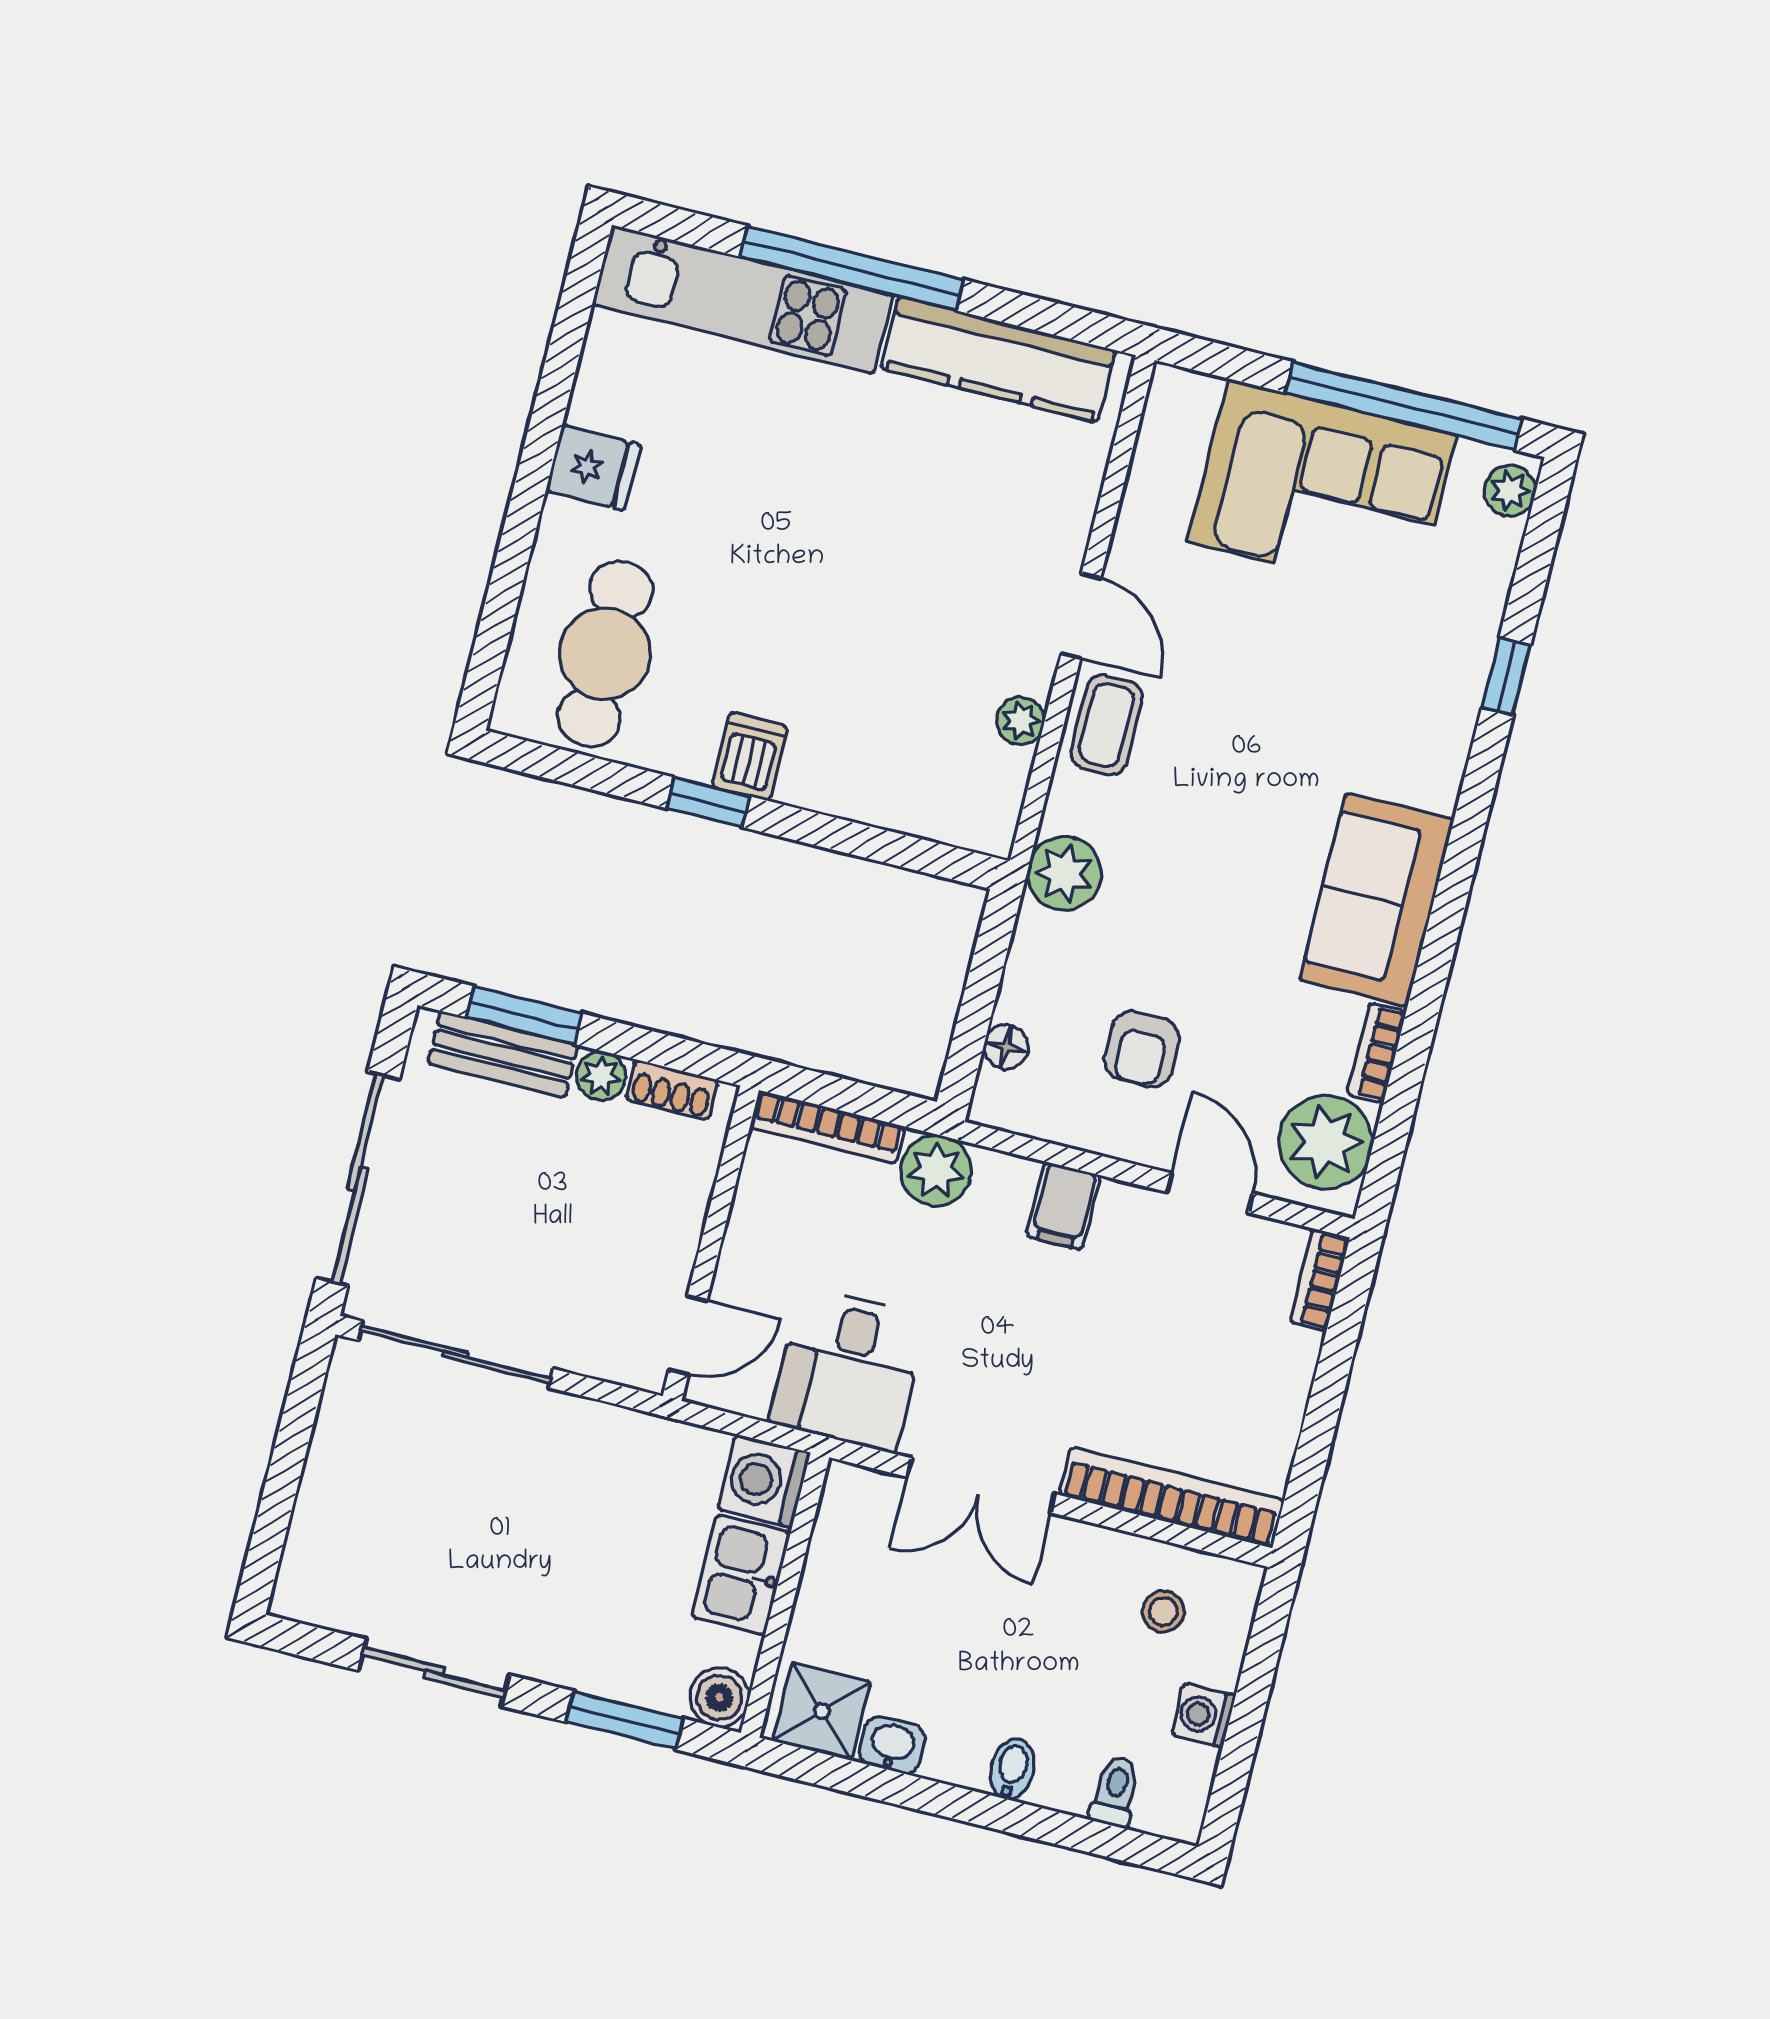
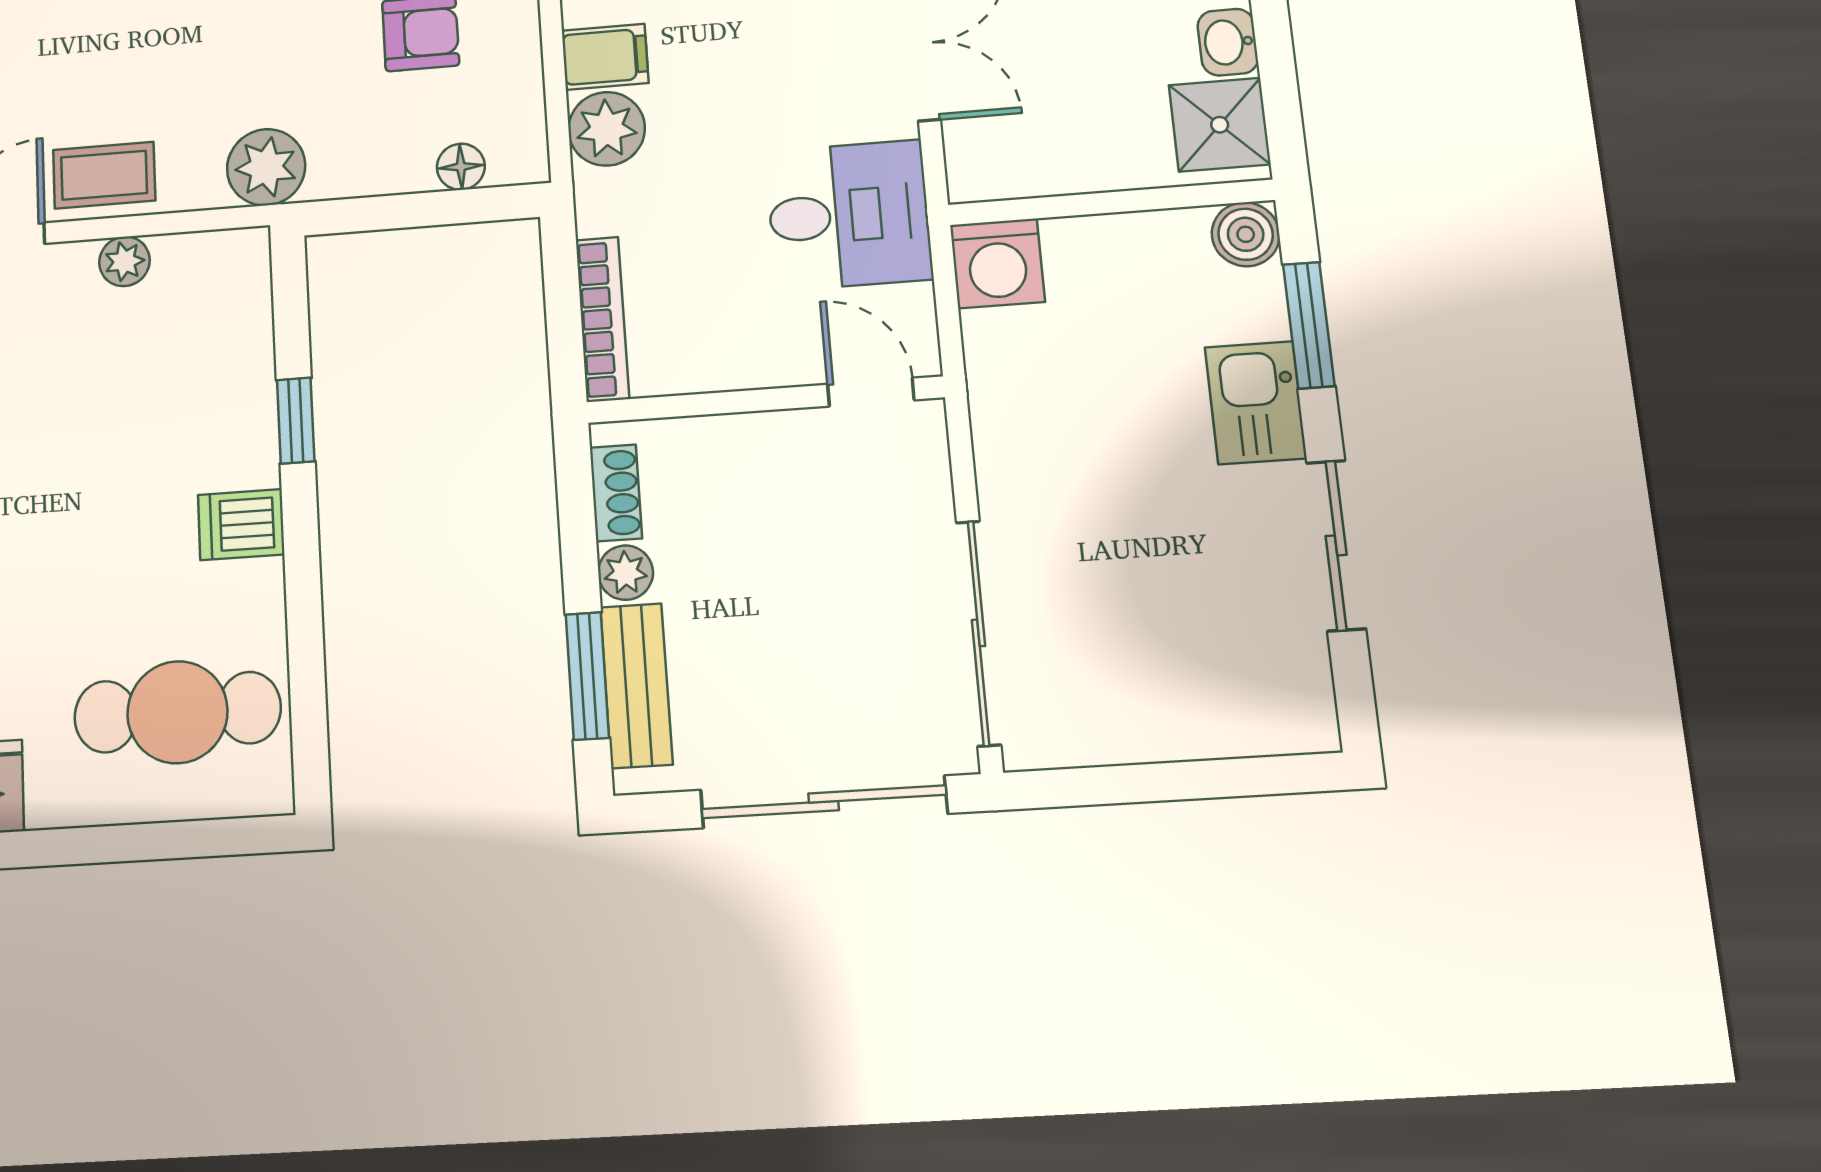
window: (708, 802) -> (296, 421), moved
plant: (936, 1171) -> (607, 129), moved
kitchen sink: (741, 1575) -> (1256, 403), moved, turned 90

